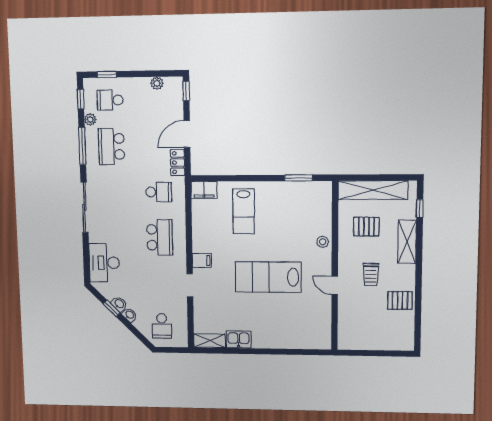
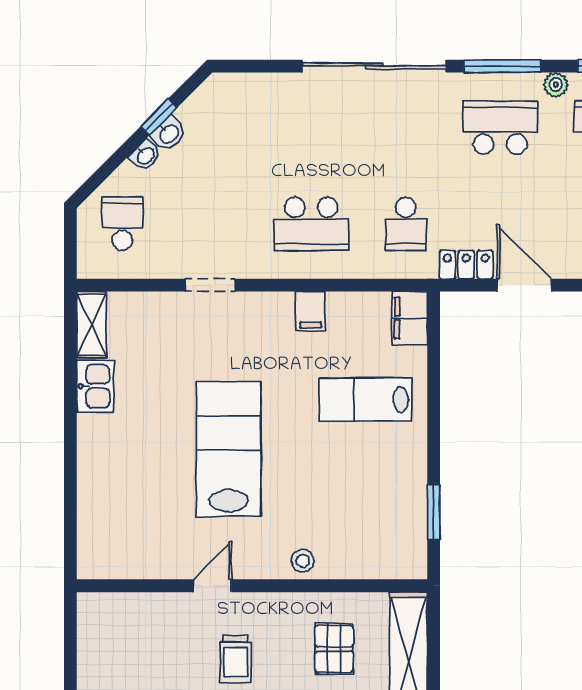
sliding door: (84, 207) -> (374, 66), width x1.36
filing cabinet: (202, 260) -> (310, 311), moved
desk: (104, 263) -> (257, 104), removed
trolley: (371, 275) -> (235, 659), turned -90
school desk: (162, 326) -> (122, 224), turned 90

